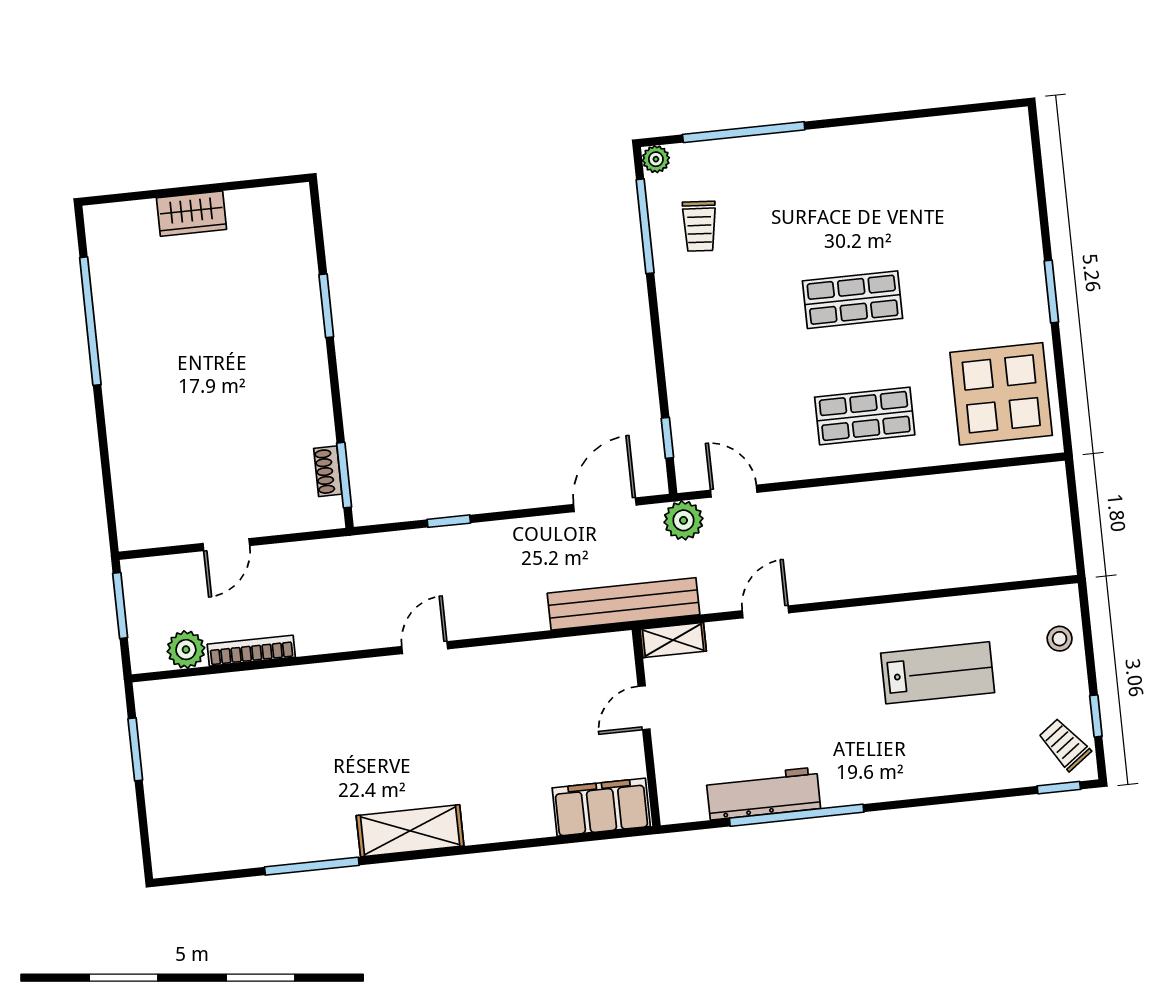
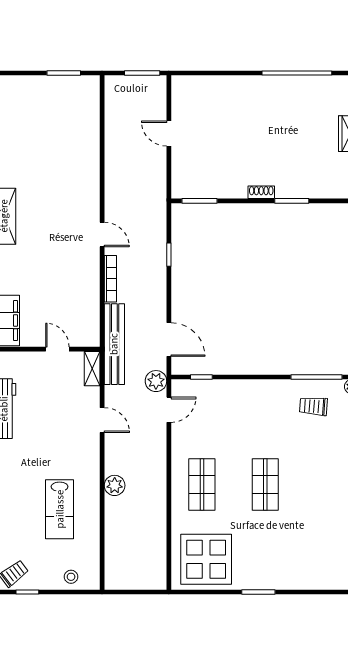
shoe rack: (328, 471) -> (261, 192), moved
plant: (186, 650) -> (115, 485), moved
bookcase: (251, 651) -> (110, 279), moved

